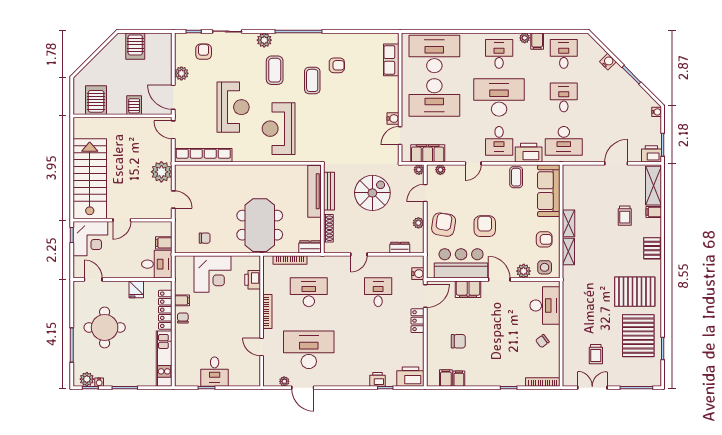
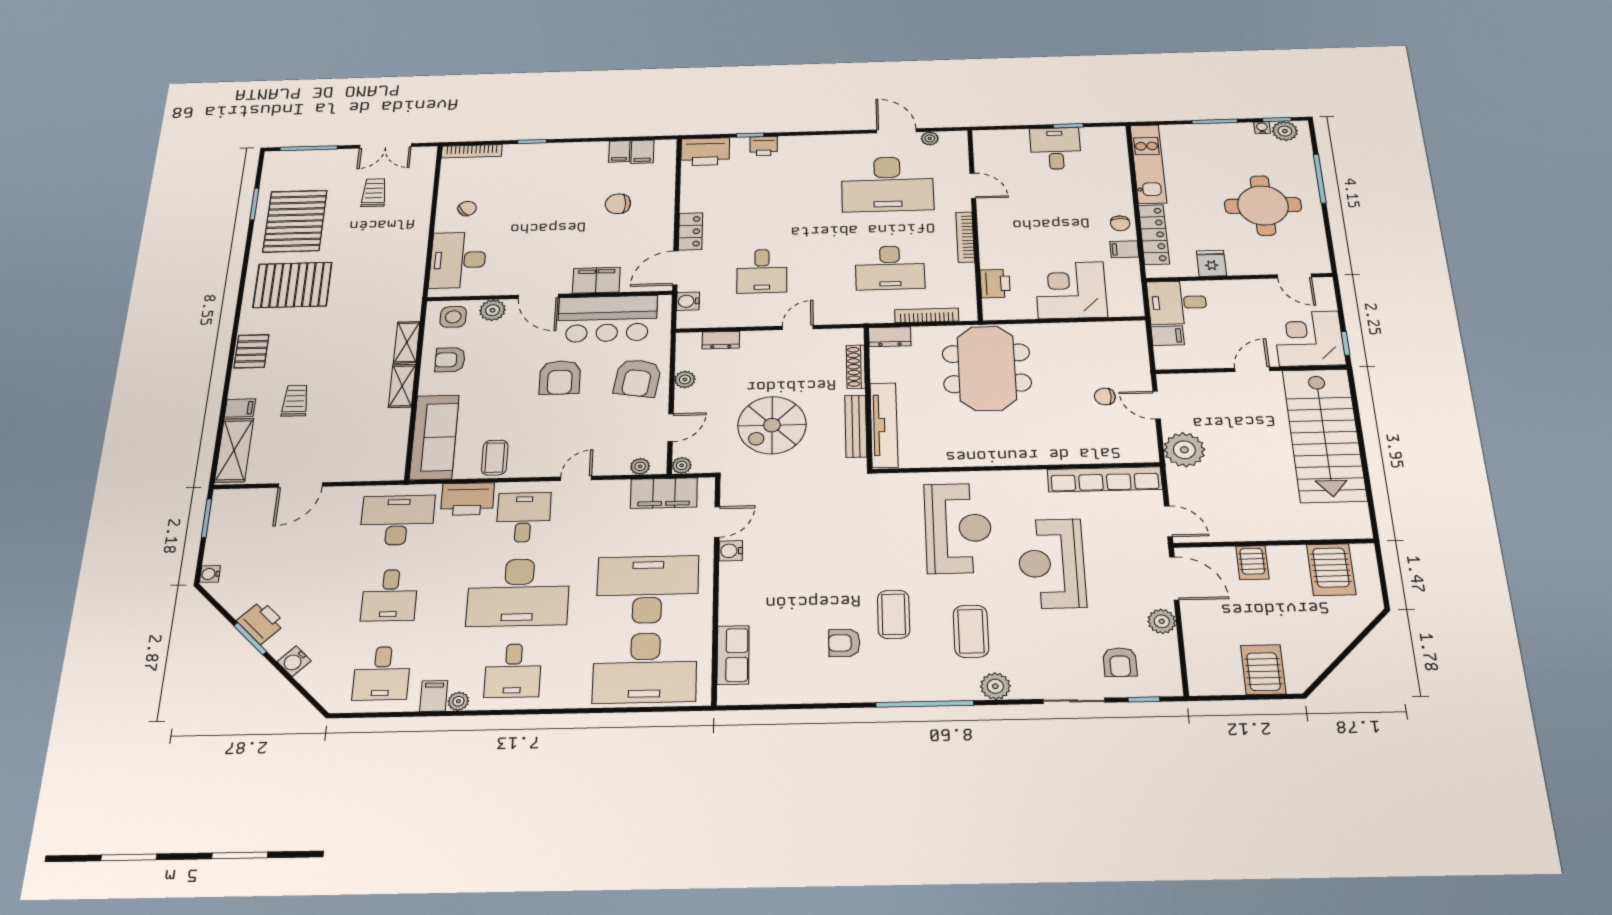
printer: (651, 154) -> (261, 622), moved, turned -135
chair: (205, 238) -> (1105, 397), moved

